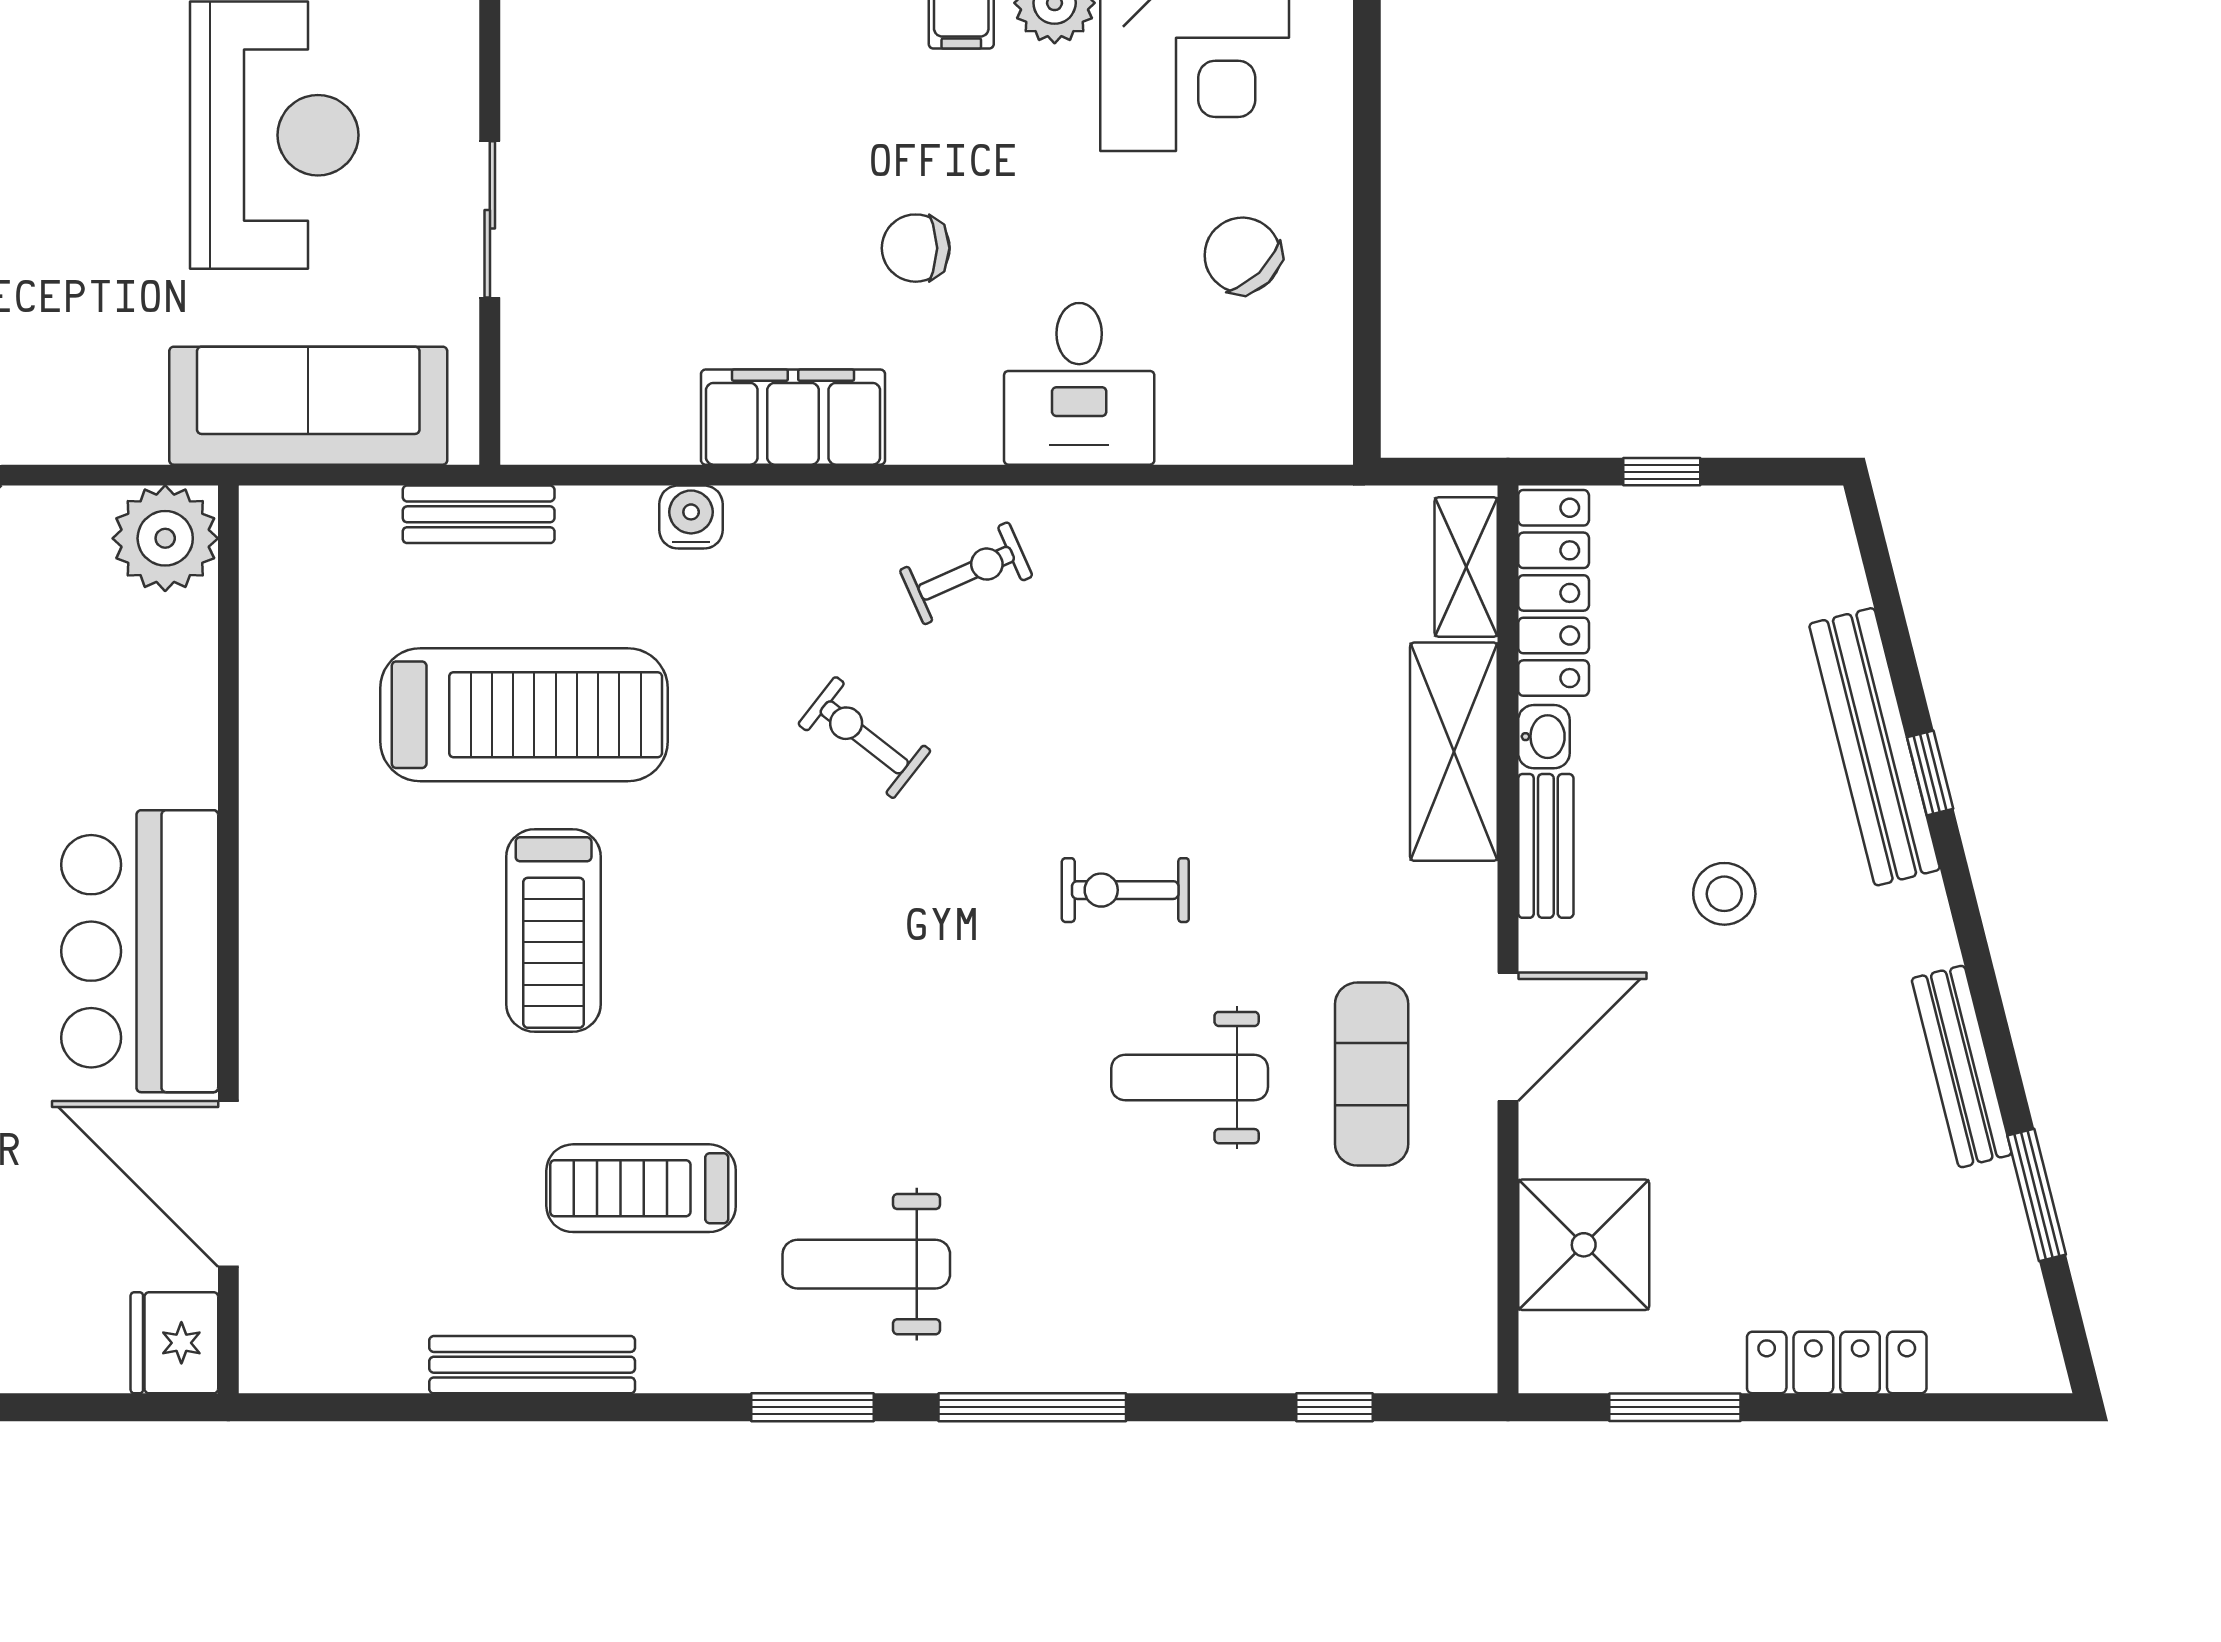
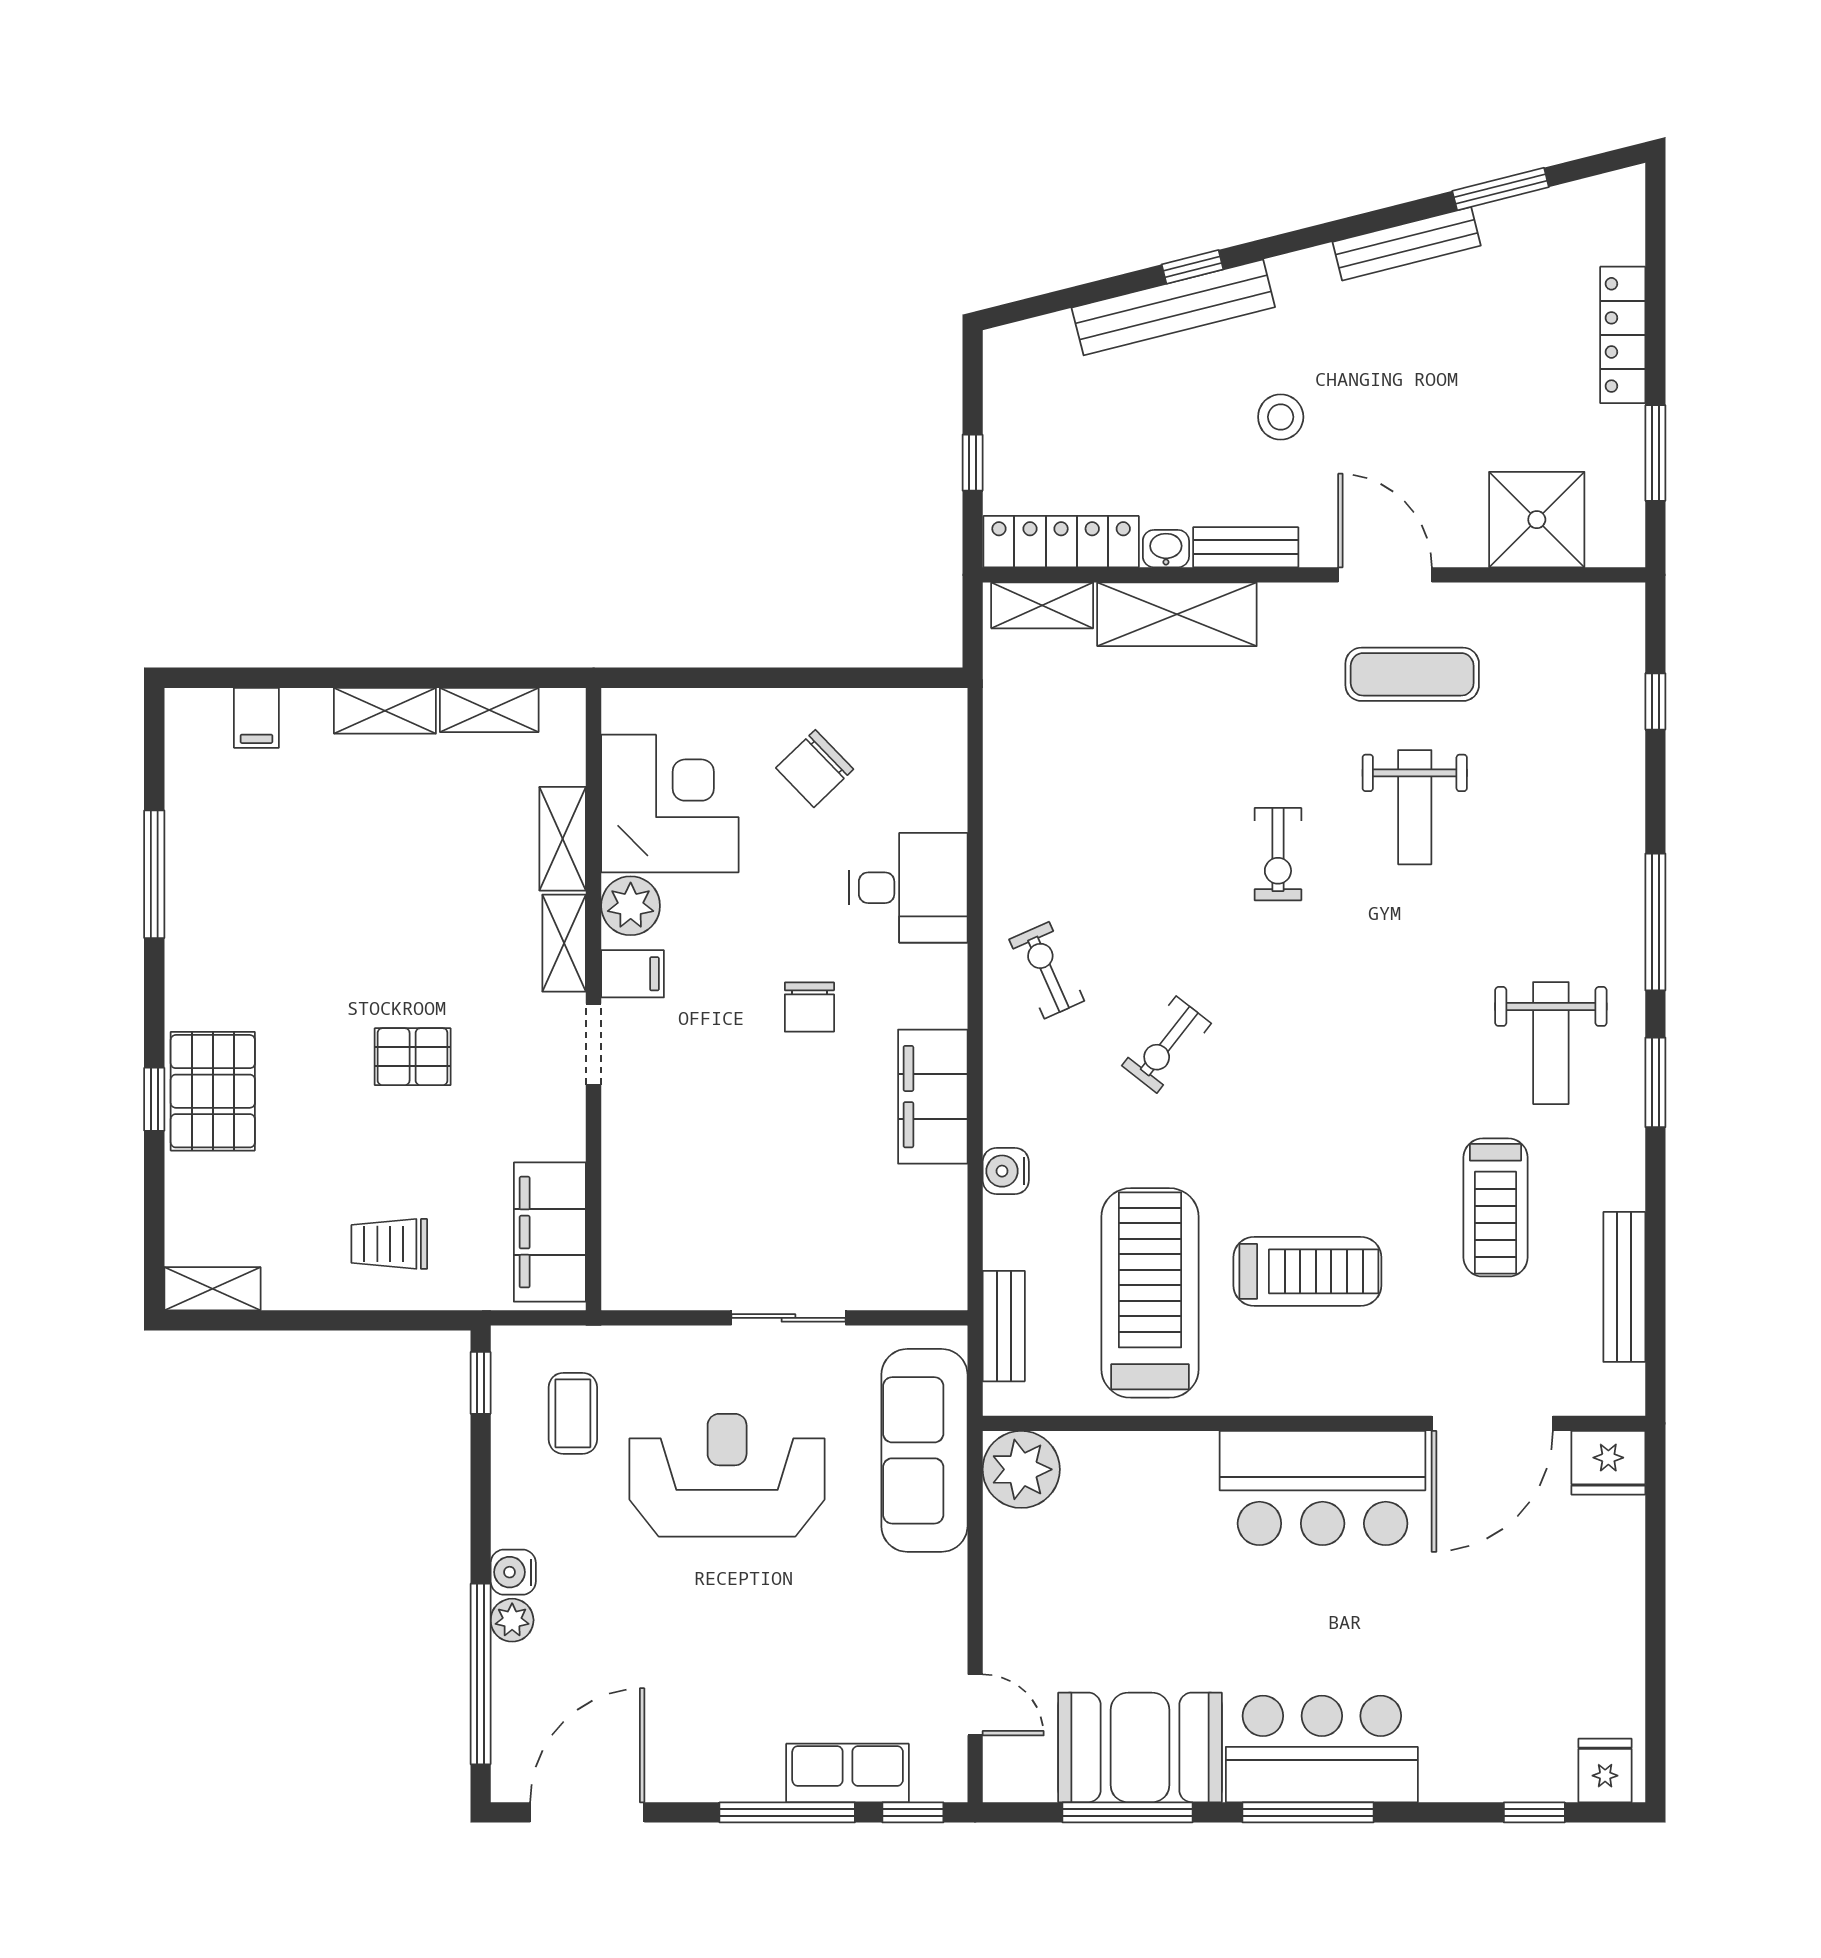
plant: (165, 538) -> (1021, 1469), moved
wall: (228, 939) -> (1314, 1423), moved
bar counter: (140, 951) -> (1323, 1488), moved
door: (228, 1184) -> (1492, 1423), moved
fridge: (174, 1343) -> (1608, 1463), moved

